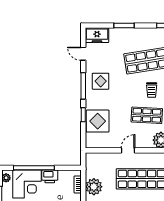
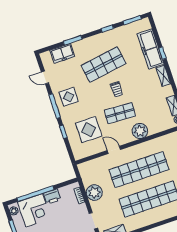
freezer: (97, 35) -> (62, 53), moved
display table: (98, 121) -> (89, 130), moved
door: (128, 150) -> (114, 150), hinge flipped

